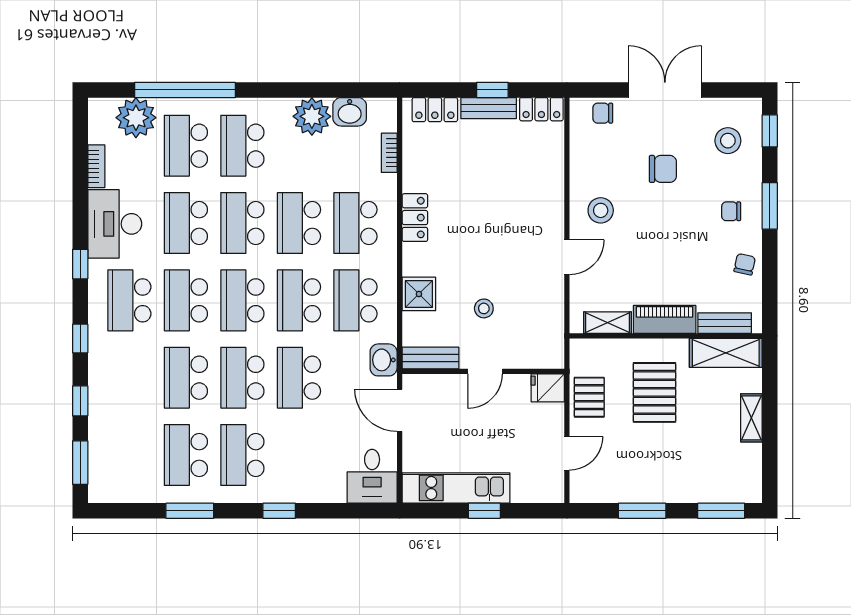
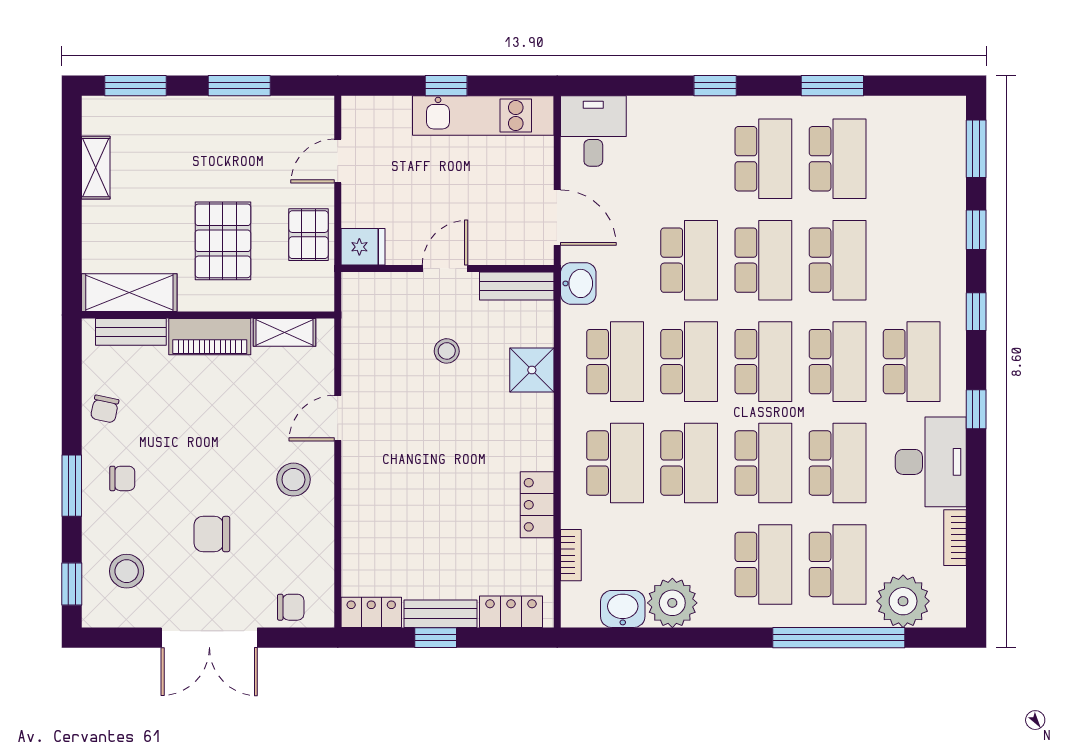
locker: (415, 218) -> (537, 505), moved
shelving: (751, 418) -> (96, 168), moved

